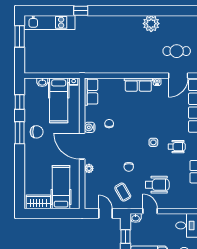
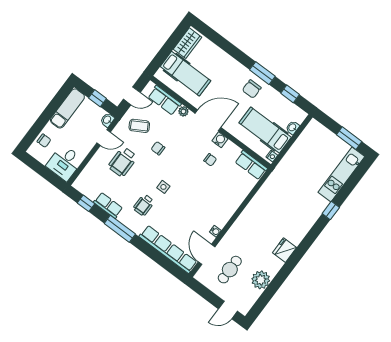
fridge: (134, 23) -> (285, 250), added
plant: (151, 24) -> (261, 280), moved
row of seats: (138, 85) -> (164, 100), moved, turned -90

